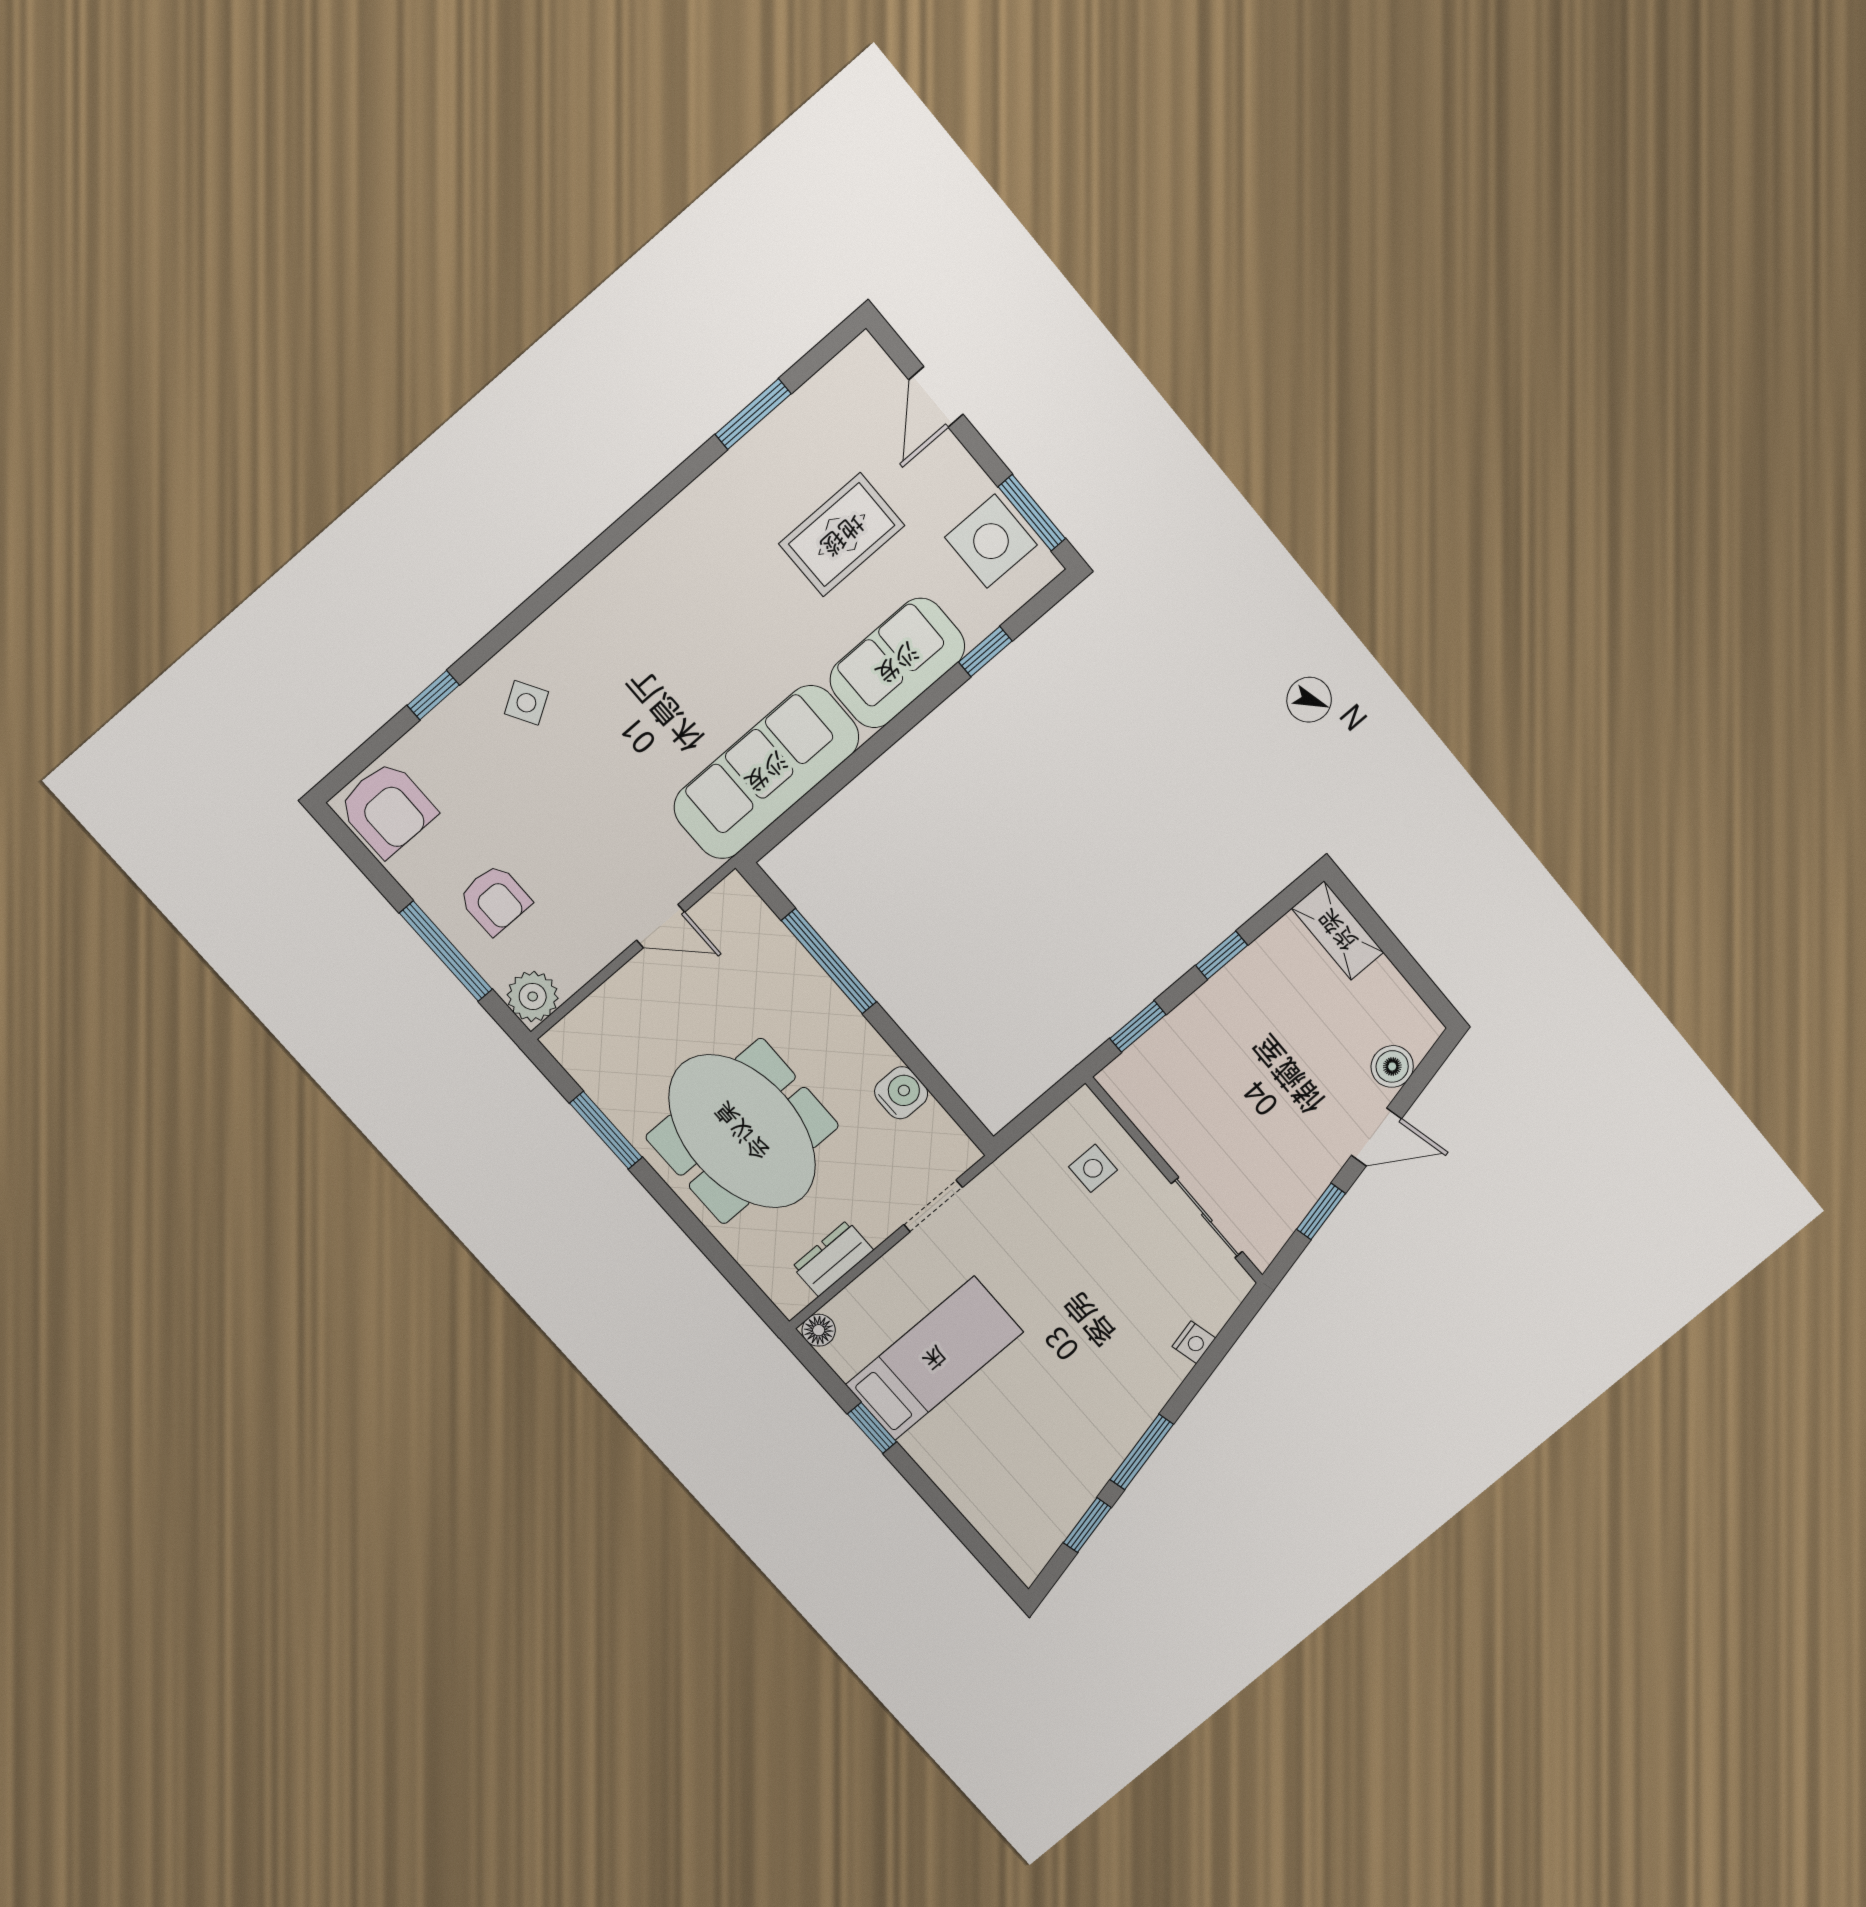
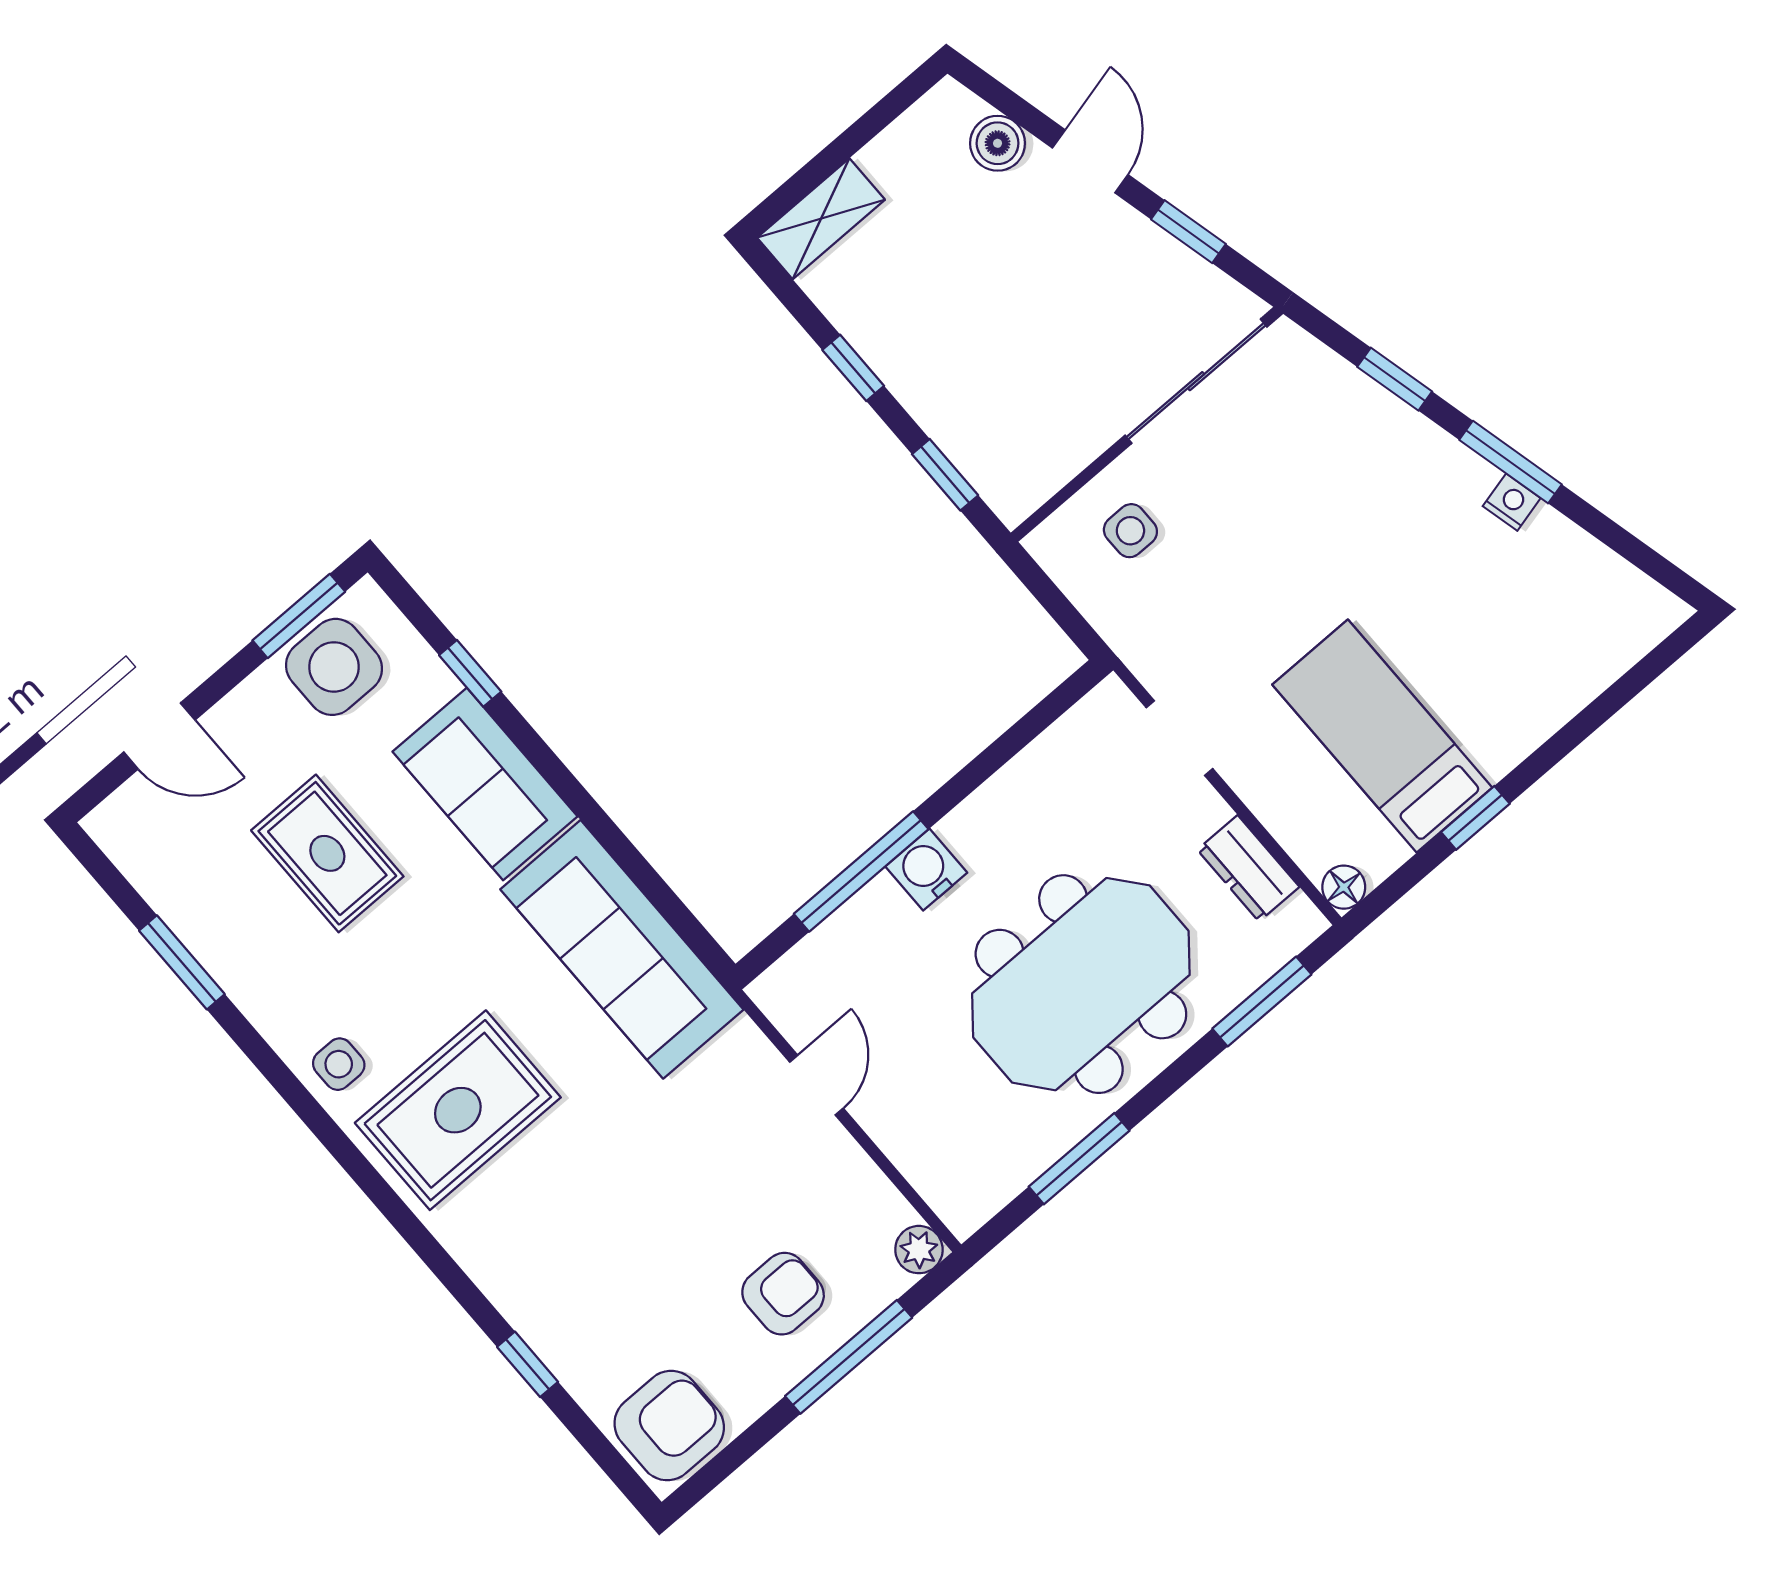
rug: (636, 640) -> (458, 1110), added
side table: (526, 703) -> (339, 1064), moved, turned 31
plant: (533, 996) -> (919, 1250), width x0.73, depth x0.73
water cooler: (901, 1093) -> (926, 870), moved
sliding door: (1207, 1218) -> (1196, 381), width x1.37
window: (730, 1269) -> (1262, 1001), added
nightstand: (1194, 1342) -> (1512, 502), moved
window: (1087, 1525) -> (1395, 379), moved

